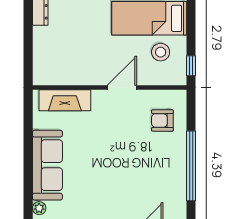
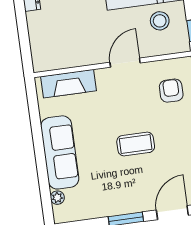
armchair: (162, 120) -> (171, 91), turned 90
coffee table: (121, 167) -> (136, 144), added

